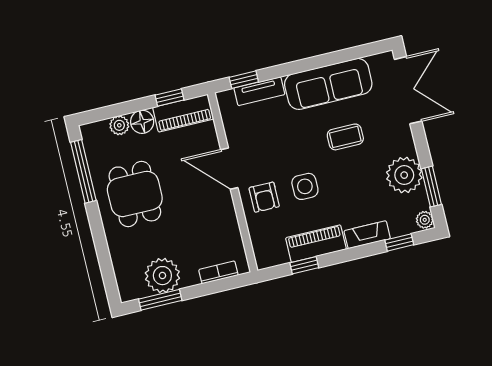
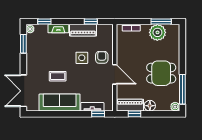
plant: (119, 125) -> (175, 107), moved
plant: (404, 175) -> (35, 52), removed
dining table: (135, 194) -> (161, 73), turned 90

